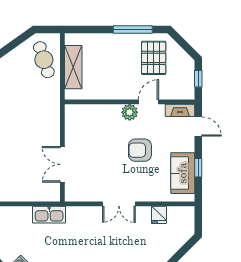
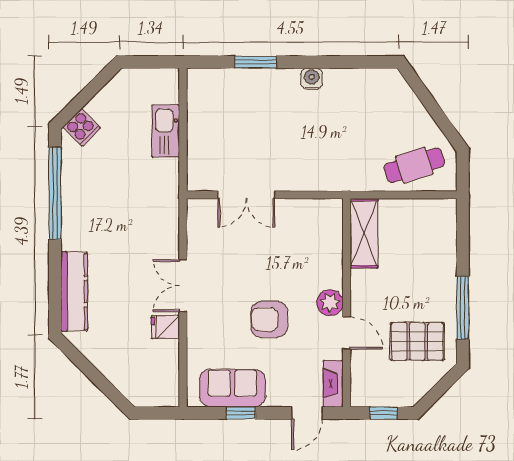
shelving: (73, 67) -> (364, 233), moved, turned 90
armchair: (140, 150) -> (269, 319), turned -90
double door: (62, 164) -> (246, 195), swing flipped
kitchen sink: (49, 215) -> (166, 131), moved
fridge: (159, 215) -> (165, 327), moved

